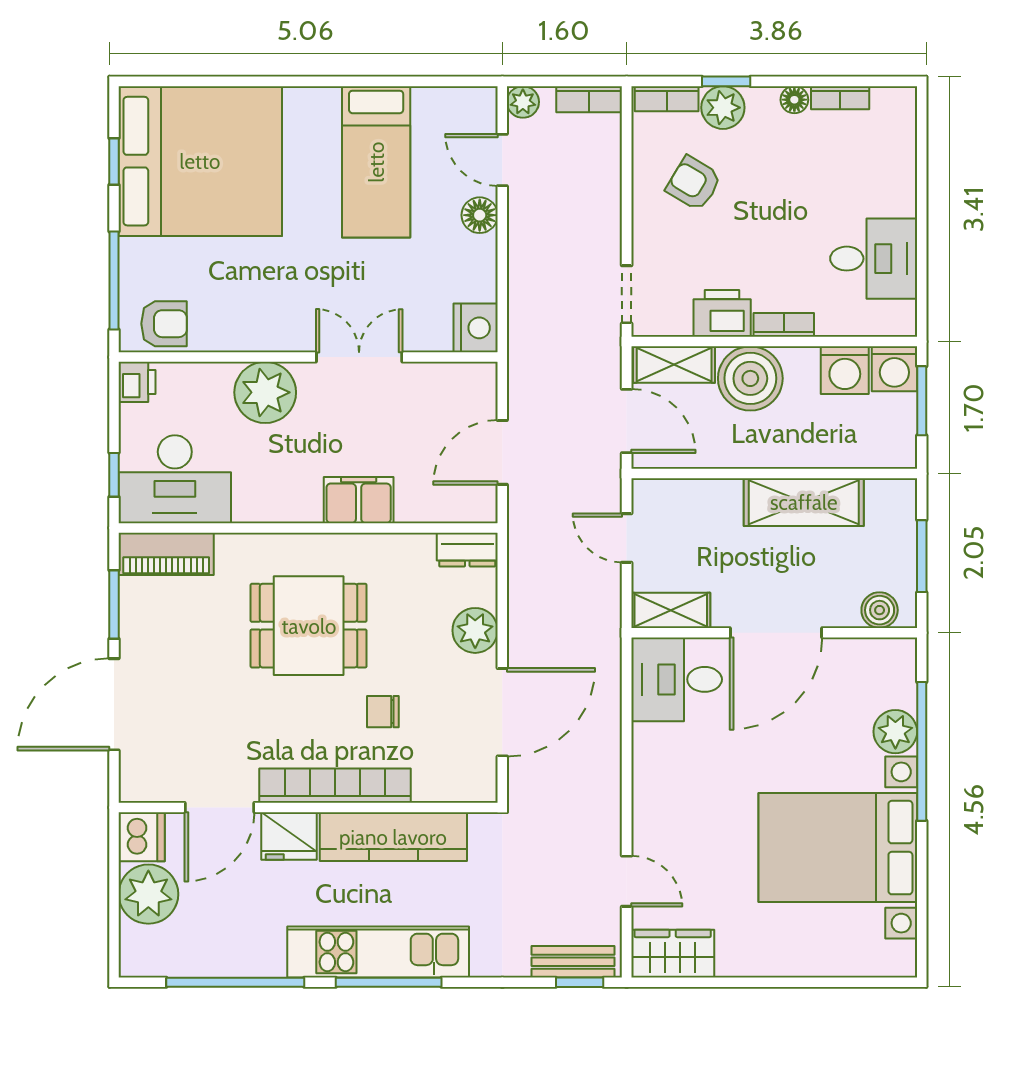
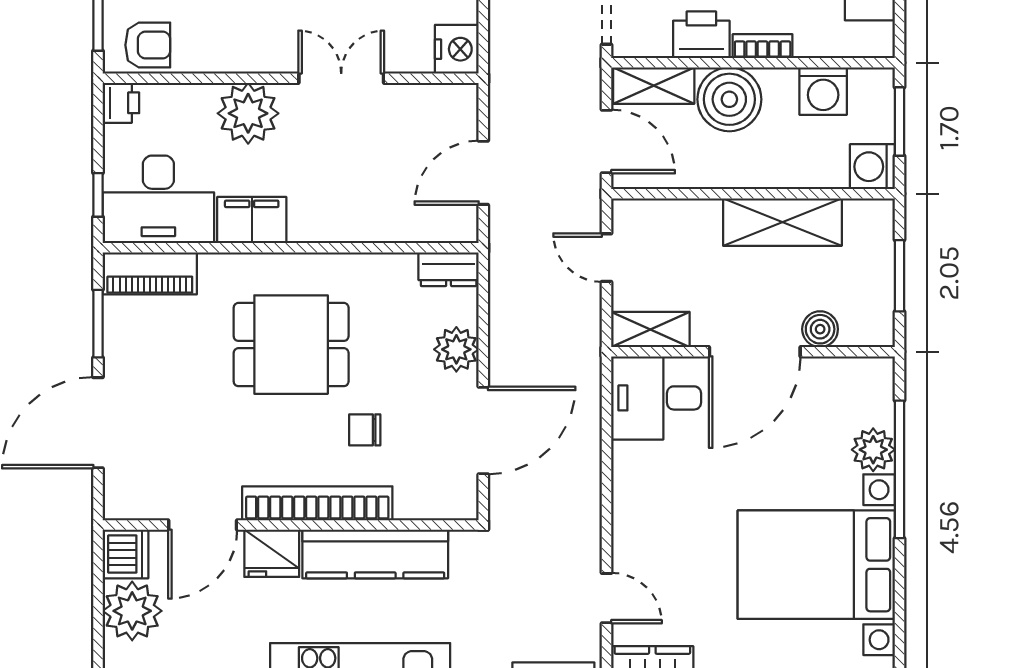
washing machine: (894, 369) -> (872, 167), moved, turned 90
filing cabinet: (359, 500) -> (252, 220), moved
boiler: (880, 610) -> (820, 329), moved

